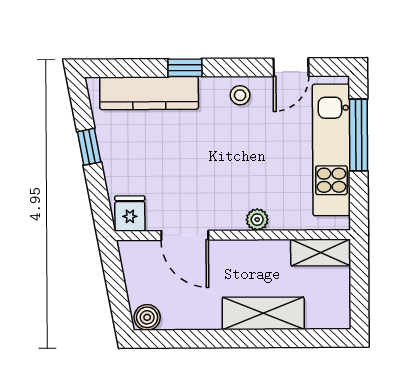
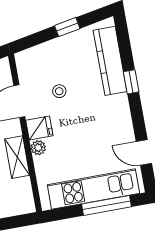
stool: (240, 95) -> (59, 91), moved
fridge: (130, 214) -> (39, 128), moved
shelving: (321, 252) -> (17, 157), moved

